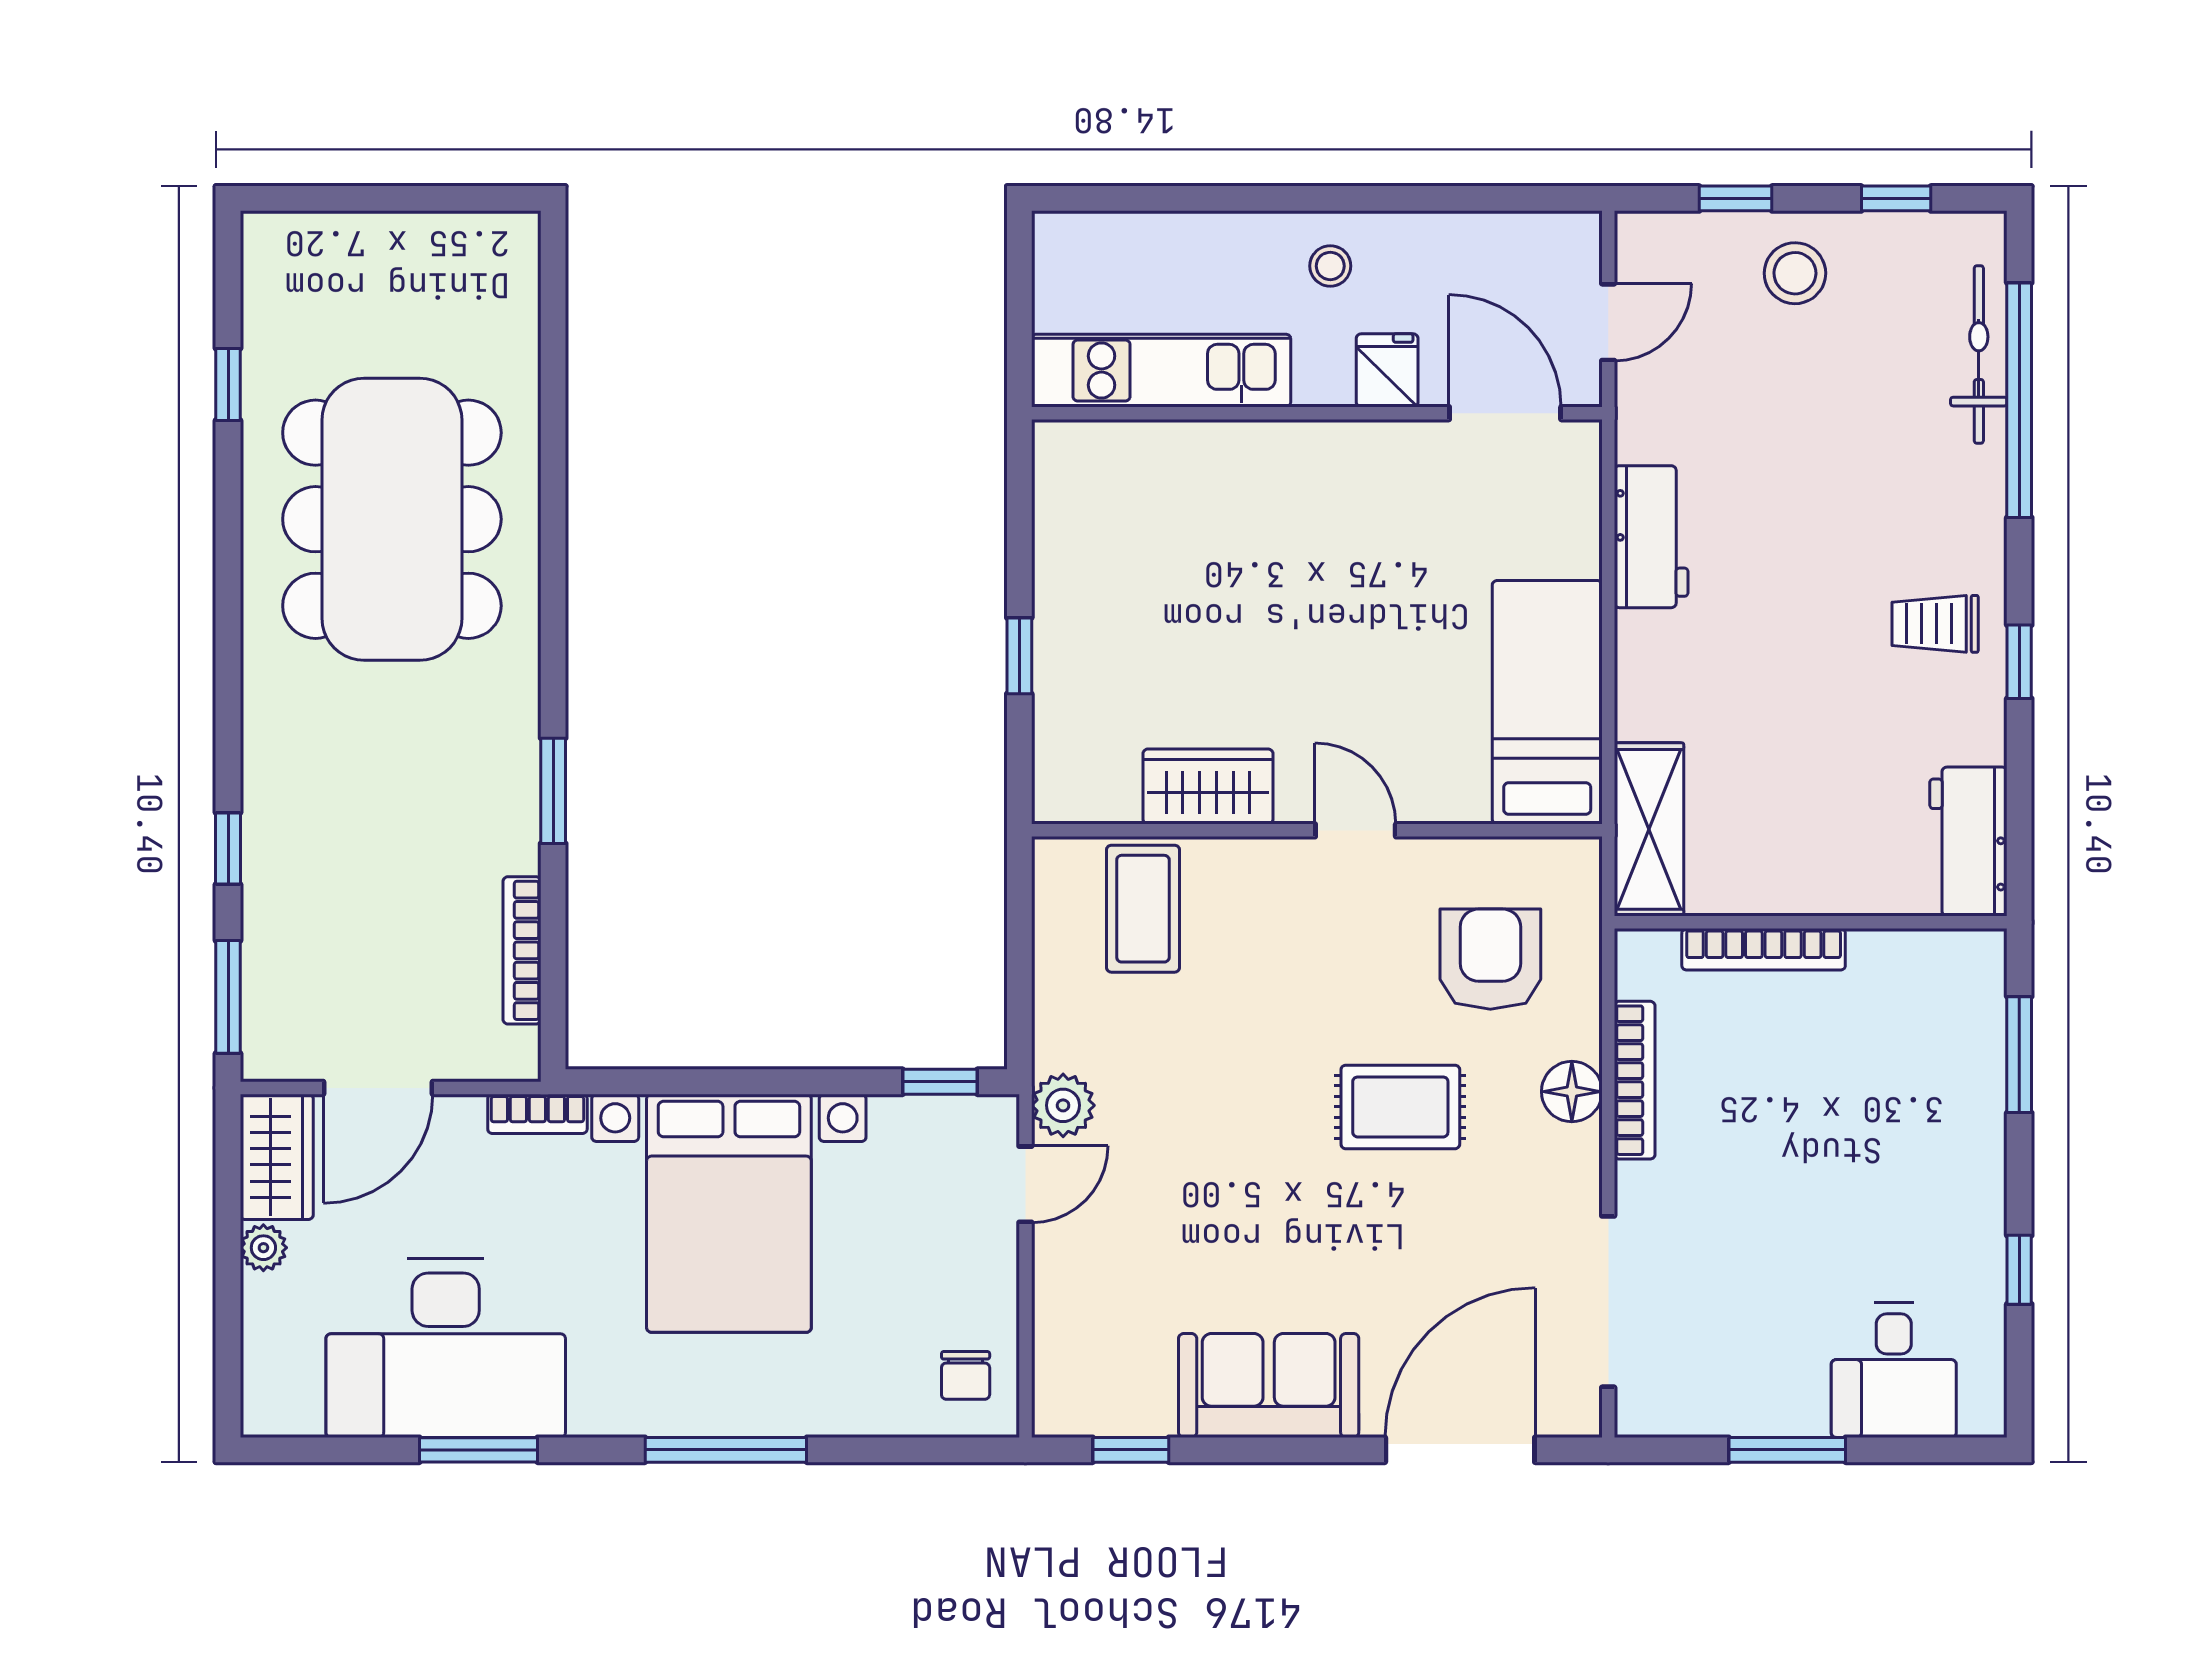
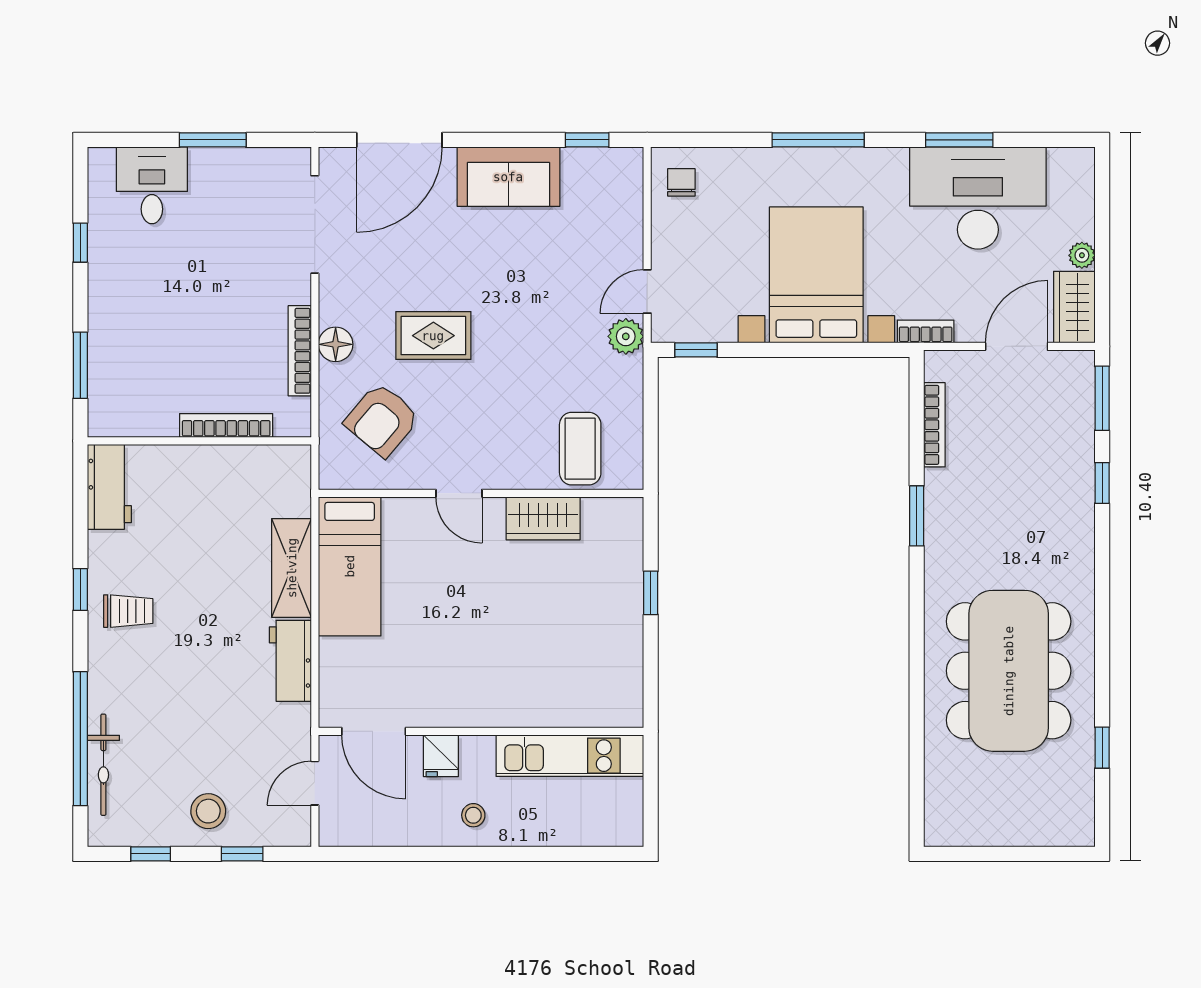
shelving: (1649, 829) -> (292, 568), moved
armchair: (1490, 959) -> (382, 420), turned 40

